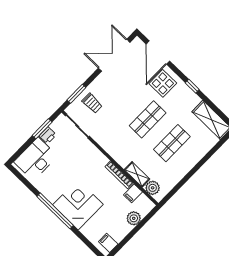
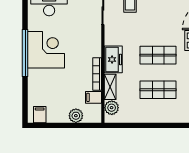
freezer: (120, 154) -> (113, 59), added
corner desk: (78, 205) -> (46, 50), moved

